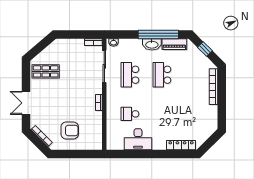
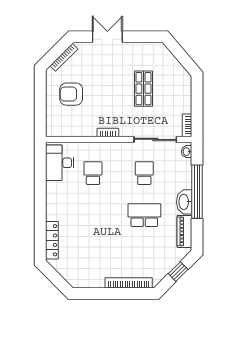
window: (158, 35) -> (197, 192), moved
shop shelf: (46, 71) -> (143, 89), moved
school desk: (130, 75) -> (144, 173), width x0.54
armchair: (70, 130) -> (71, 94), turned 90
desk: (138, 139) -> (60, 163), moved

